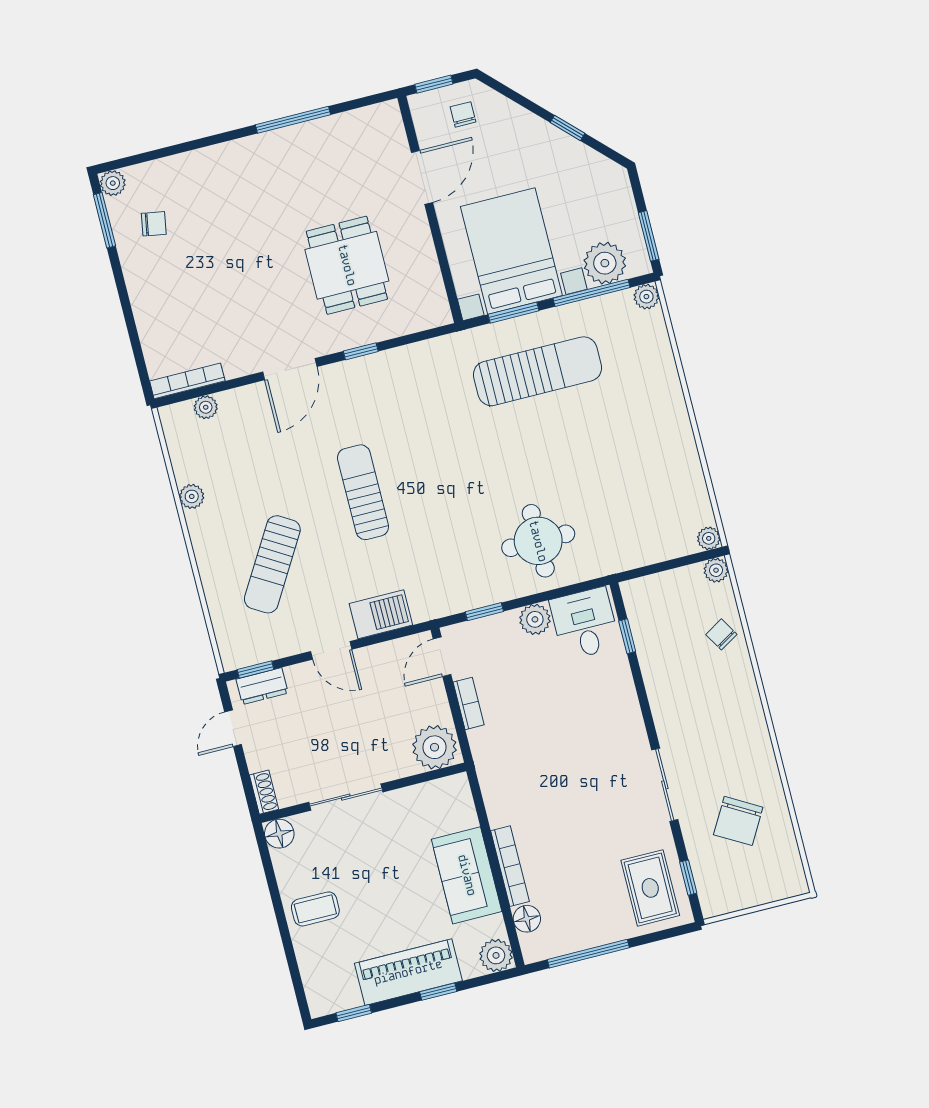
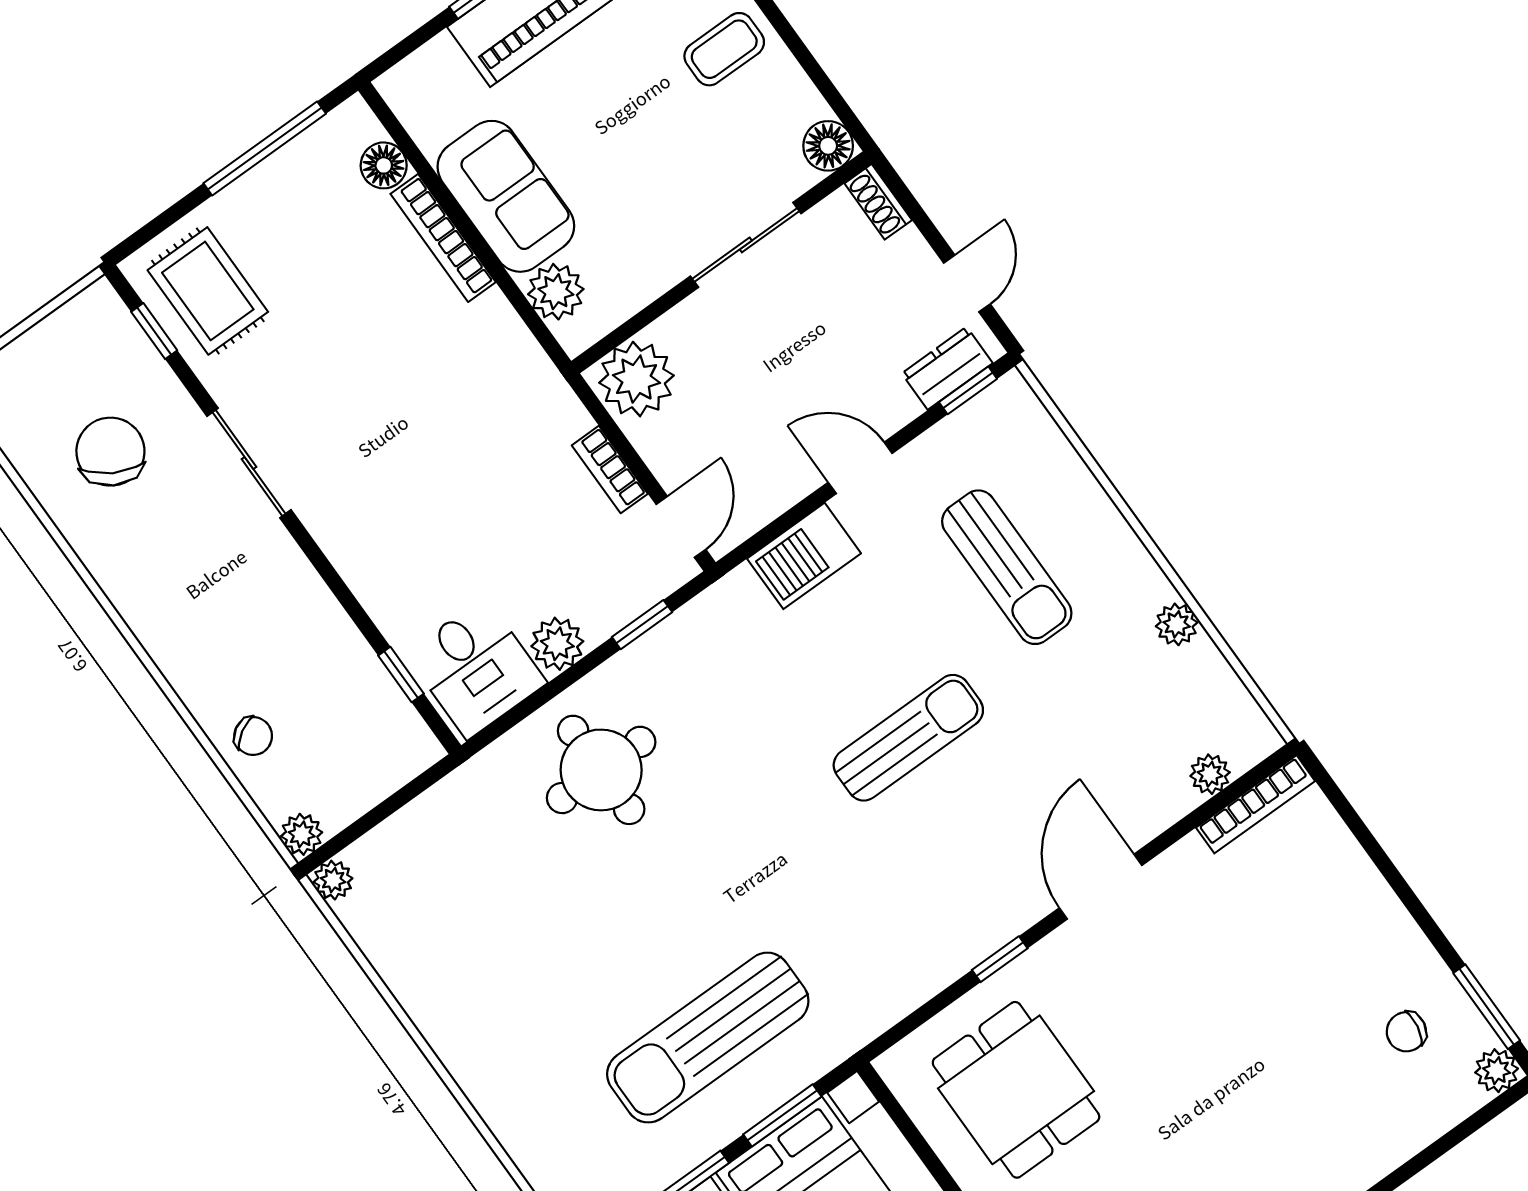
dining table: (347, 265) -> (1016, 1090), moved
sun lounger: (363, 492) -> (908, 738), turned -90
sun lounger: (272, 564) -> (1007, 567), turned 149
plant: (496, 955) -> (556, 292), moved

